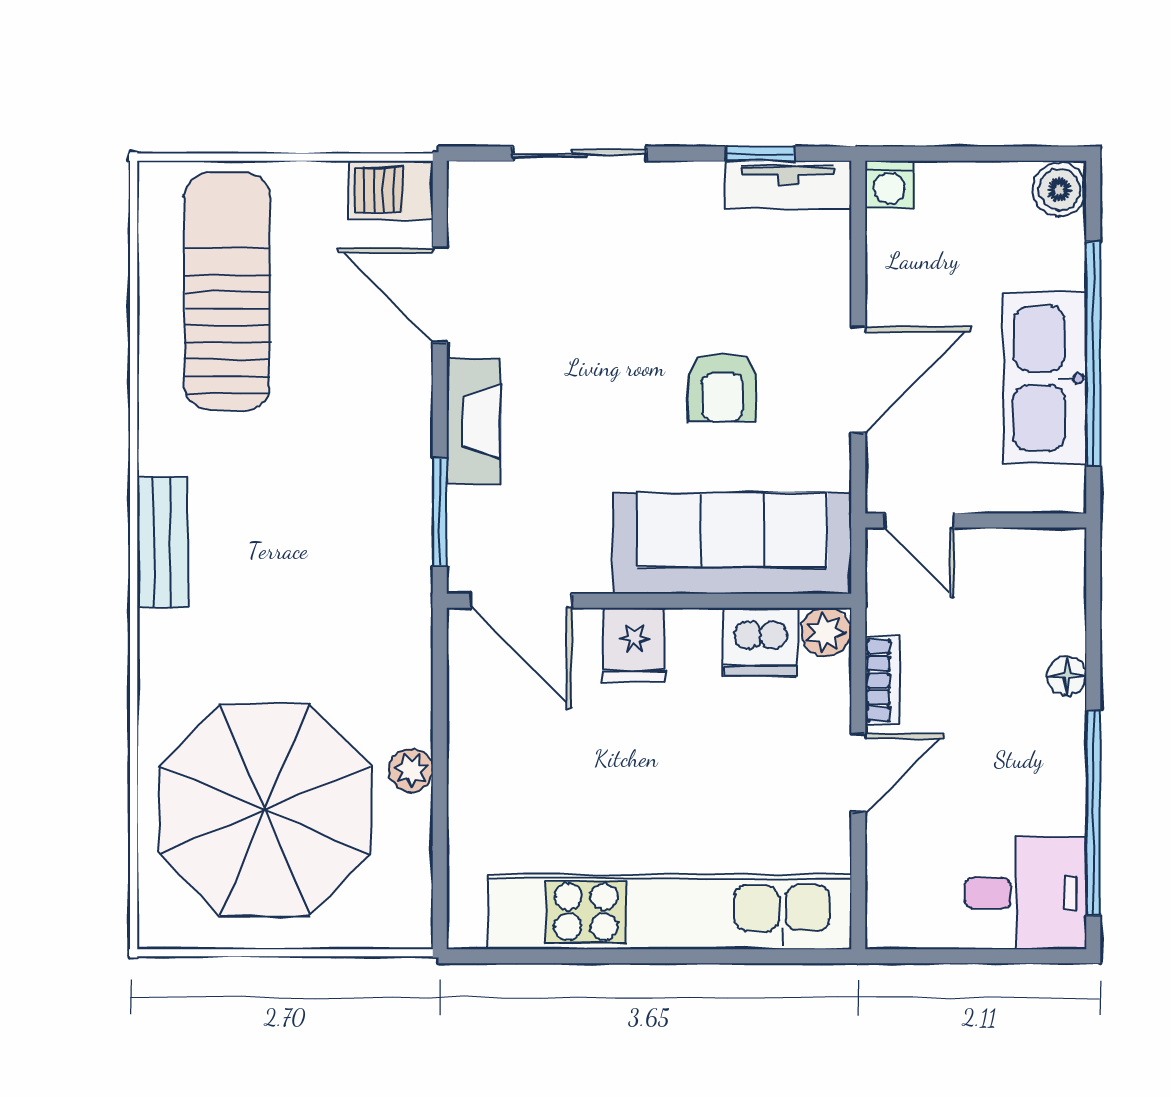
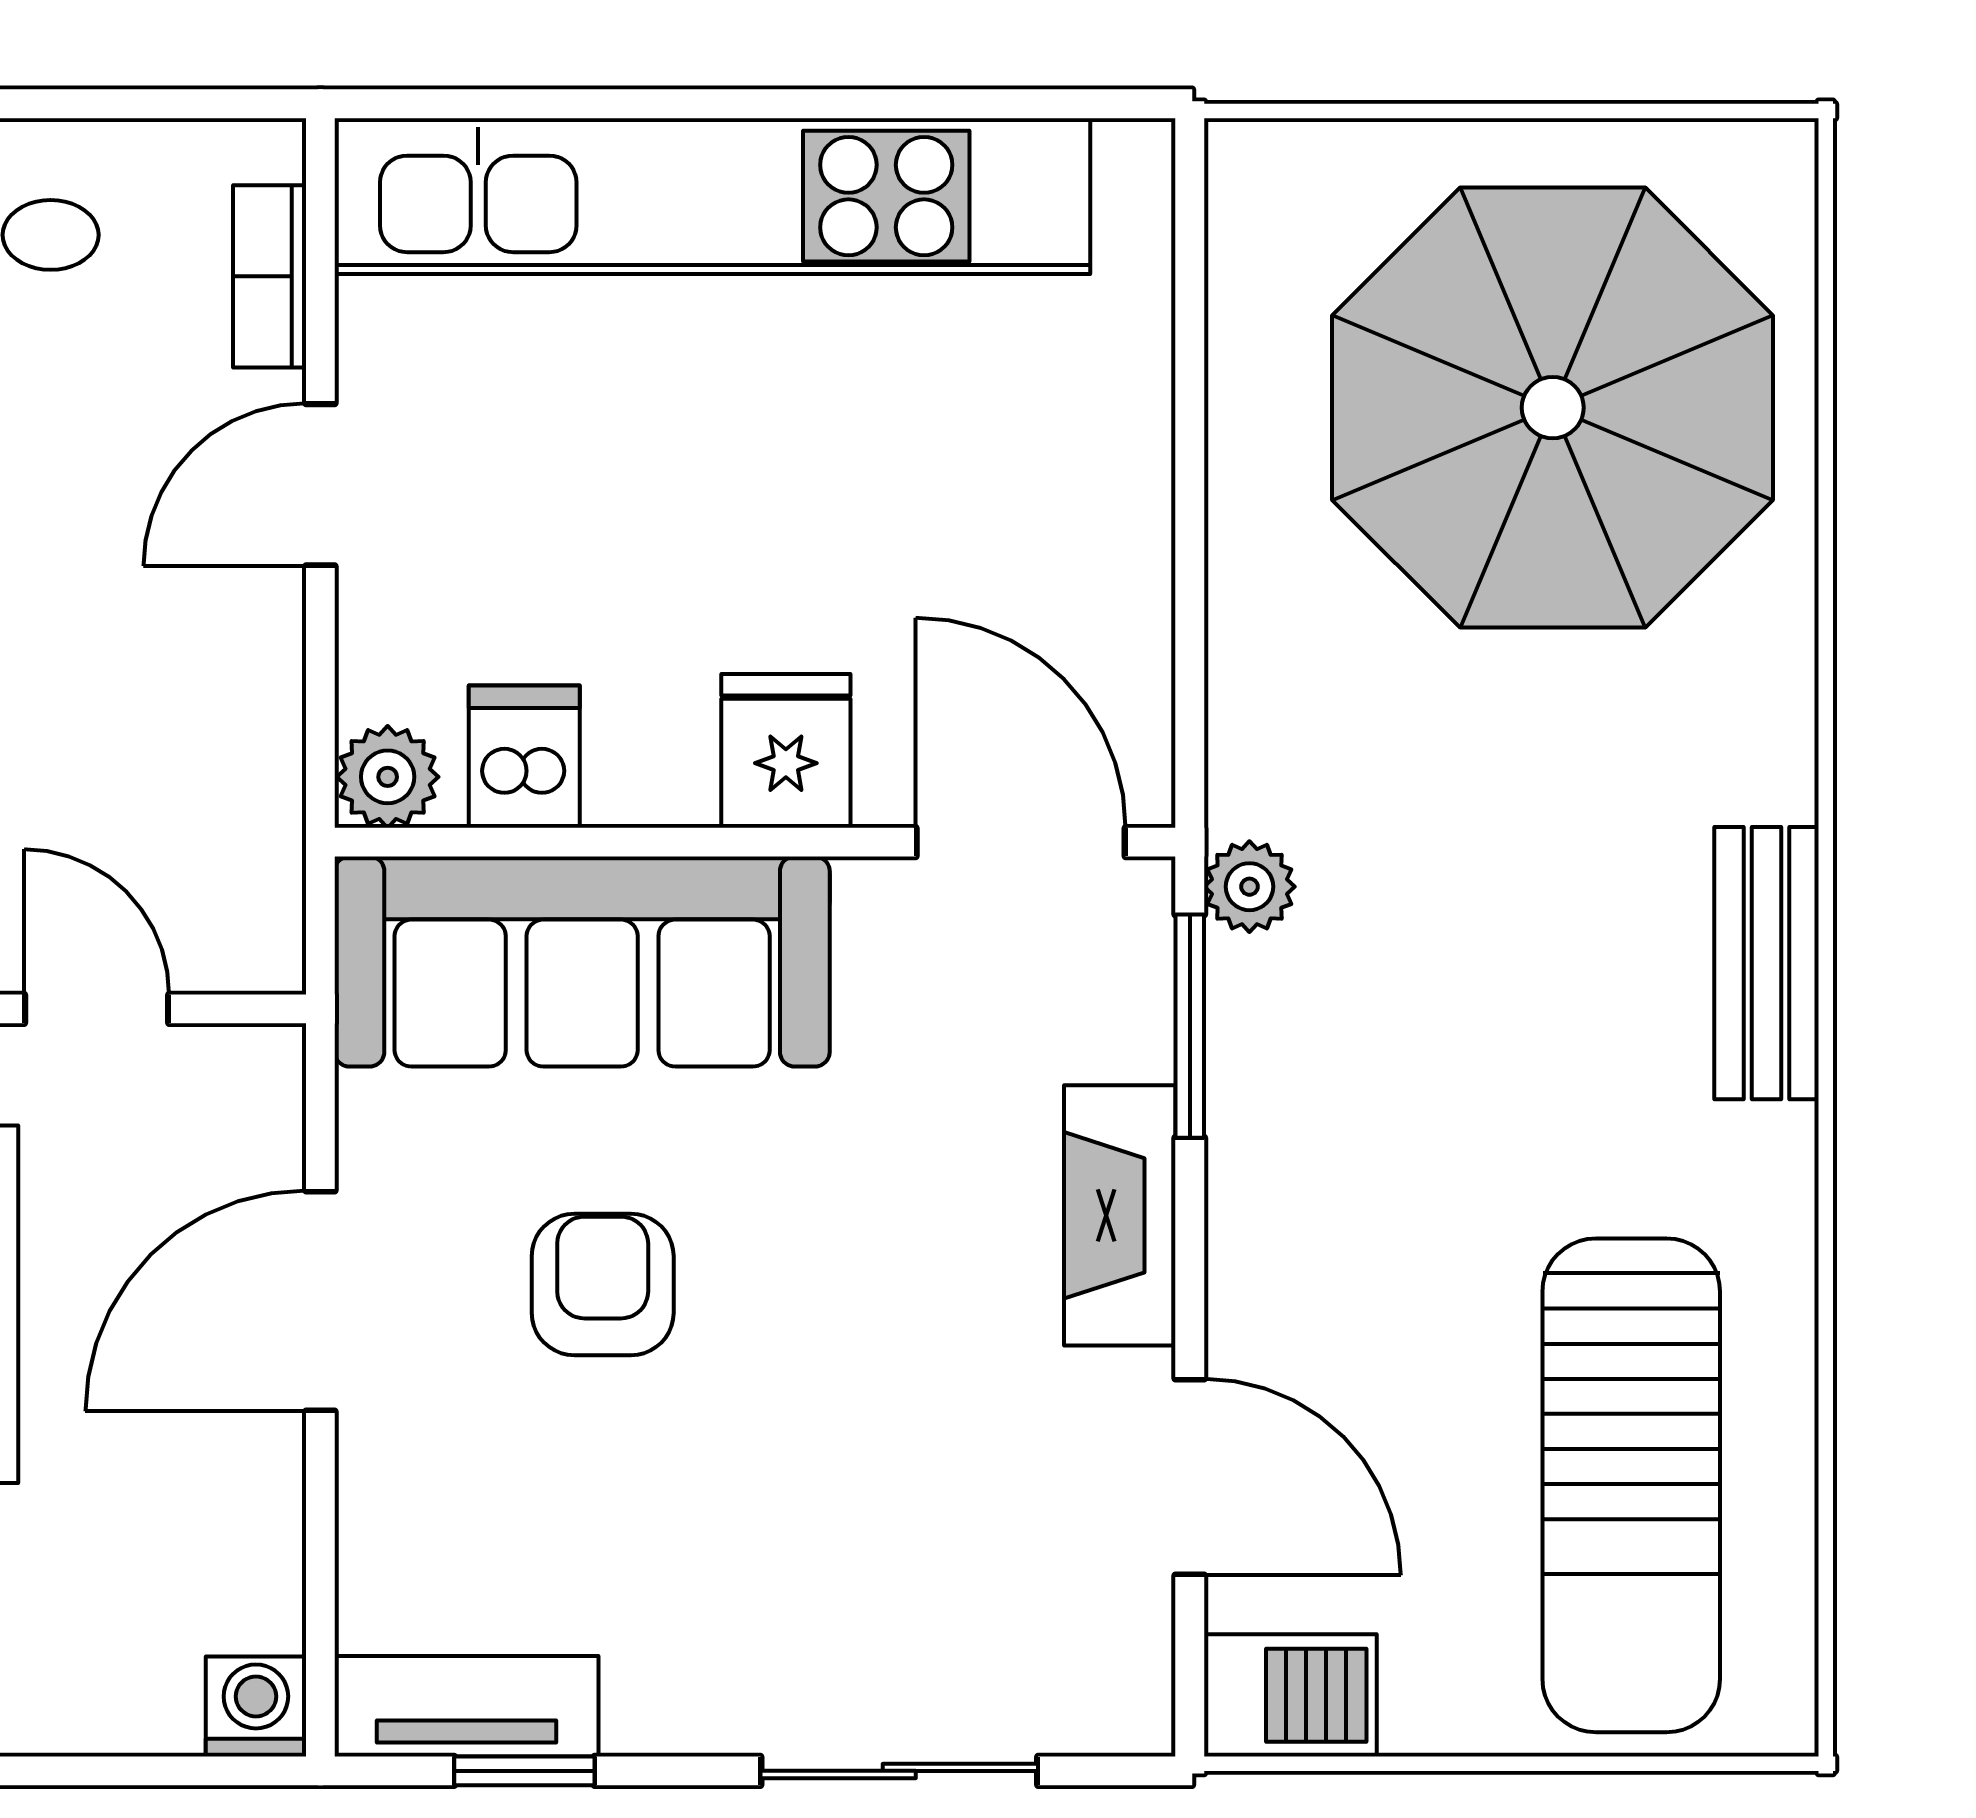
door: (919, 521) -> (97, 1009), moved
dishwasher: (760, 642) -> (524, 757), width x0.73
bookcase: (883, 681) -> (270, 276), moved
plant: (411, 770) -> (1249, 887), moved

